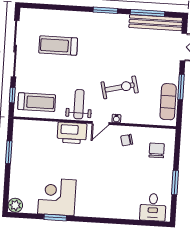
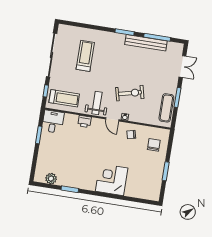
bench: (156, 23) -> (146, 43), moved
treadmill: (58, 46) -> (85, 56), turned 90
door: (100, 123) -> (112, 119), hinge flipped
printer: (72, 133) -> (85, 121), width x0.53, depth x0.68
corner desk: (57, 197) -> (112, 180), moved
plant: (15, 205) -> (51, 179), moved
desk: (153, 207) -> (53, 122), moved, turned 180

